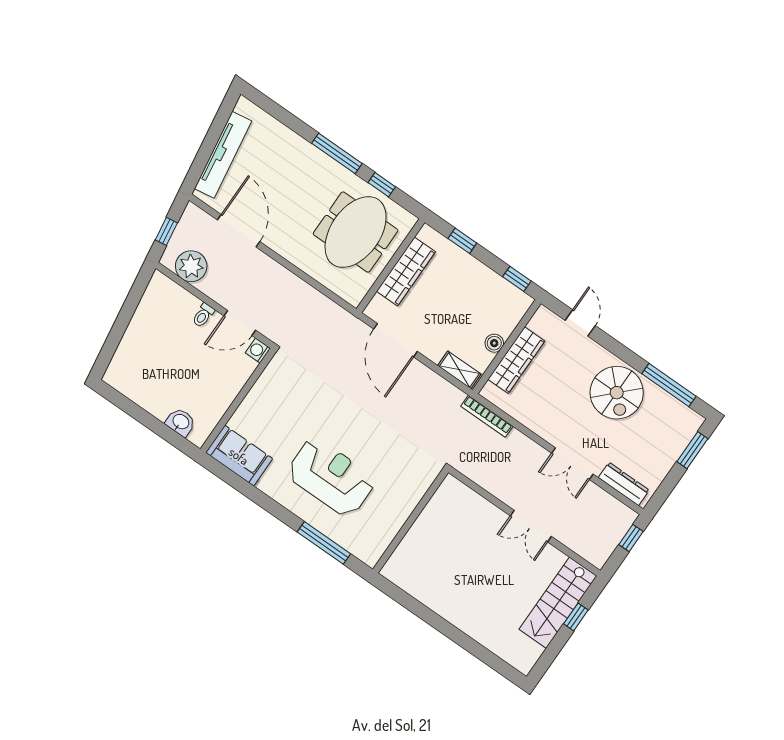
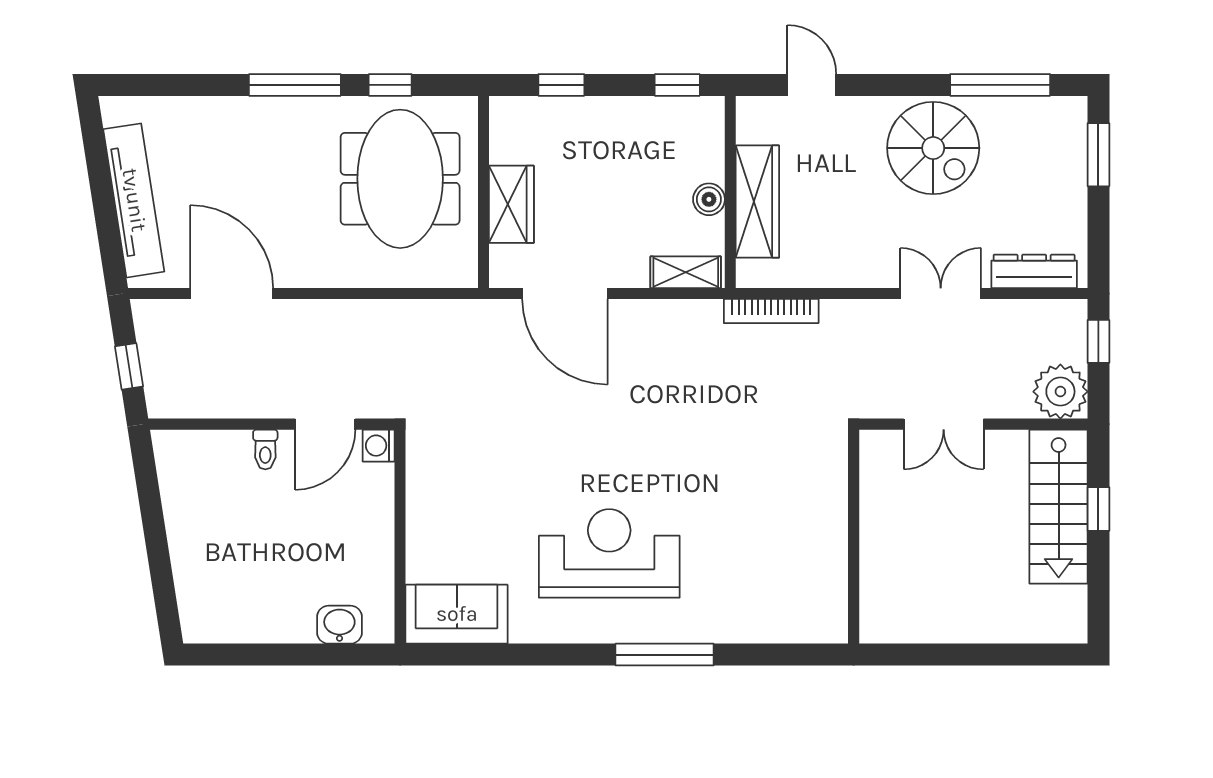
plant: (191, 266) -> (1060, 392), moved
wardrobe: (406, 272) -> (511, 204), width x0.67
double door: (572, 464) -> (941, 294), swing flipped
wall: (411, 521) -> (854, 537), moved

